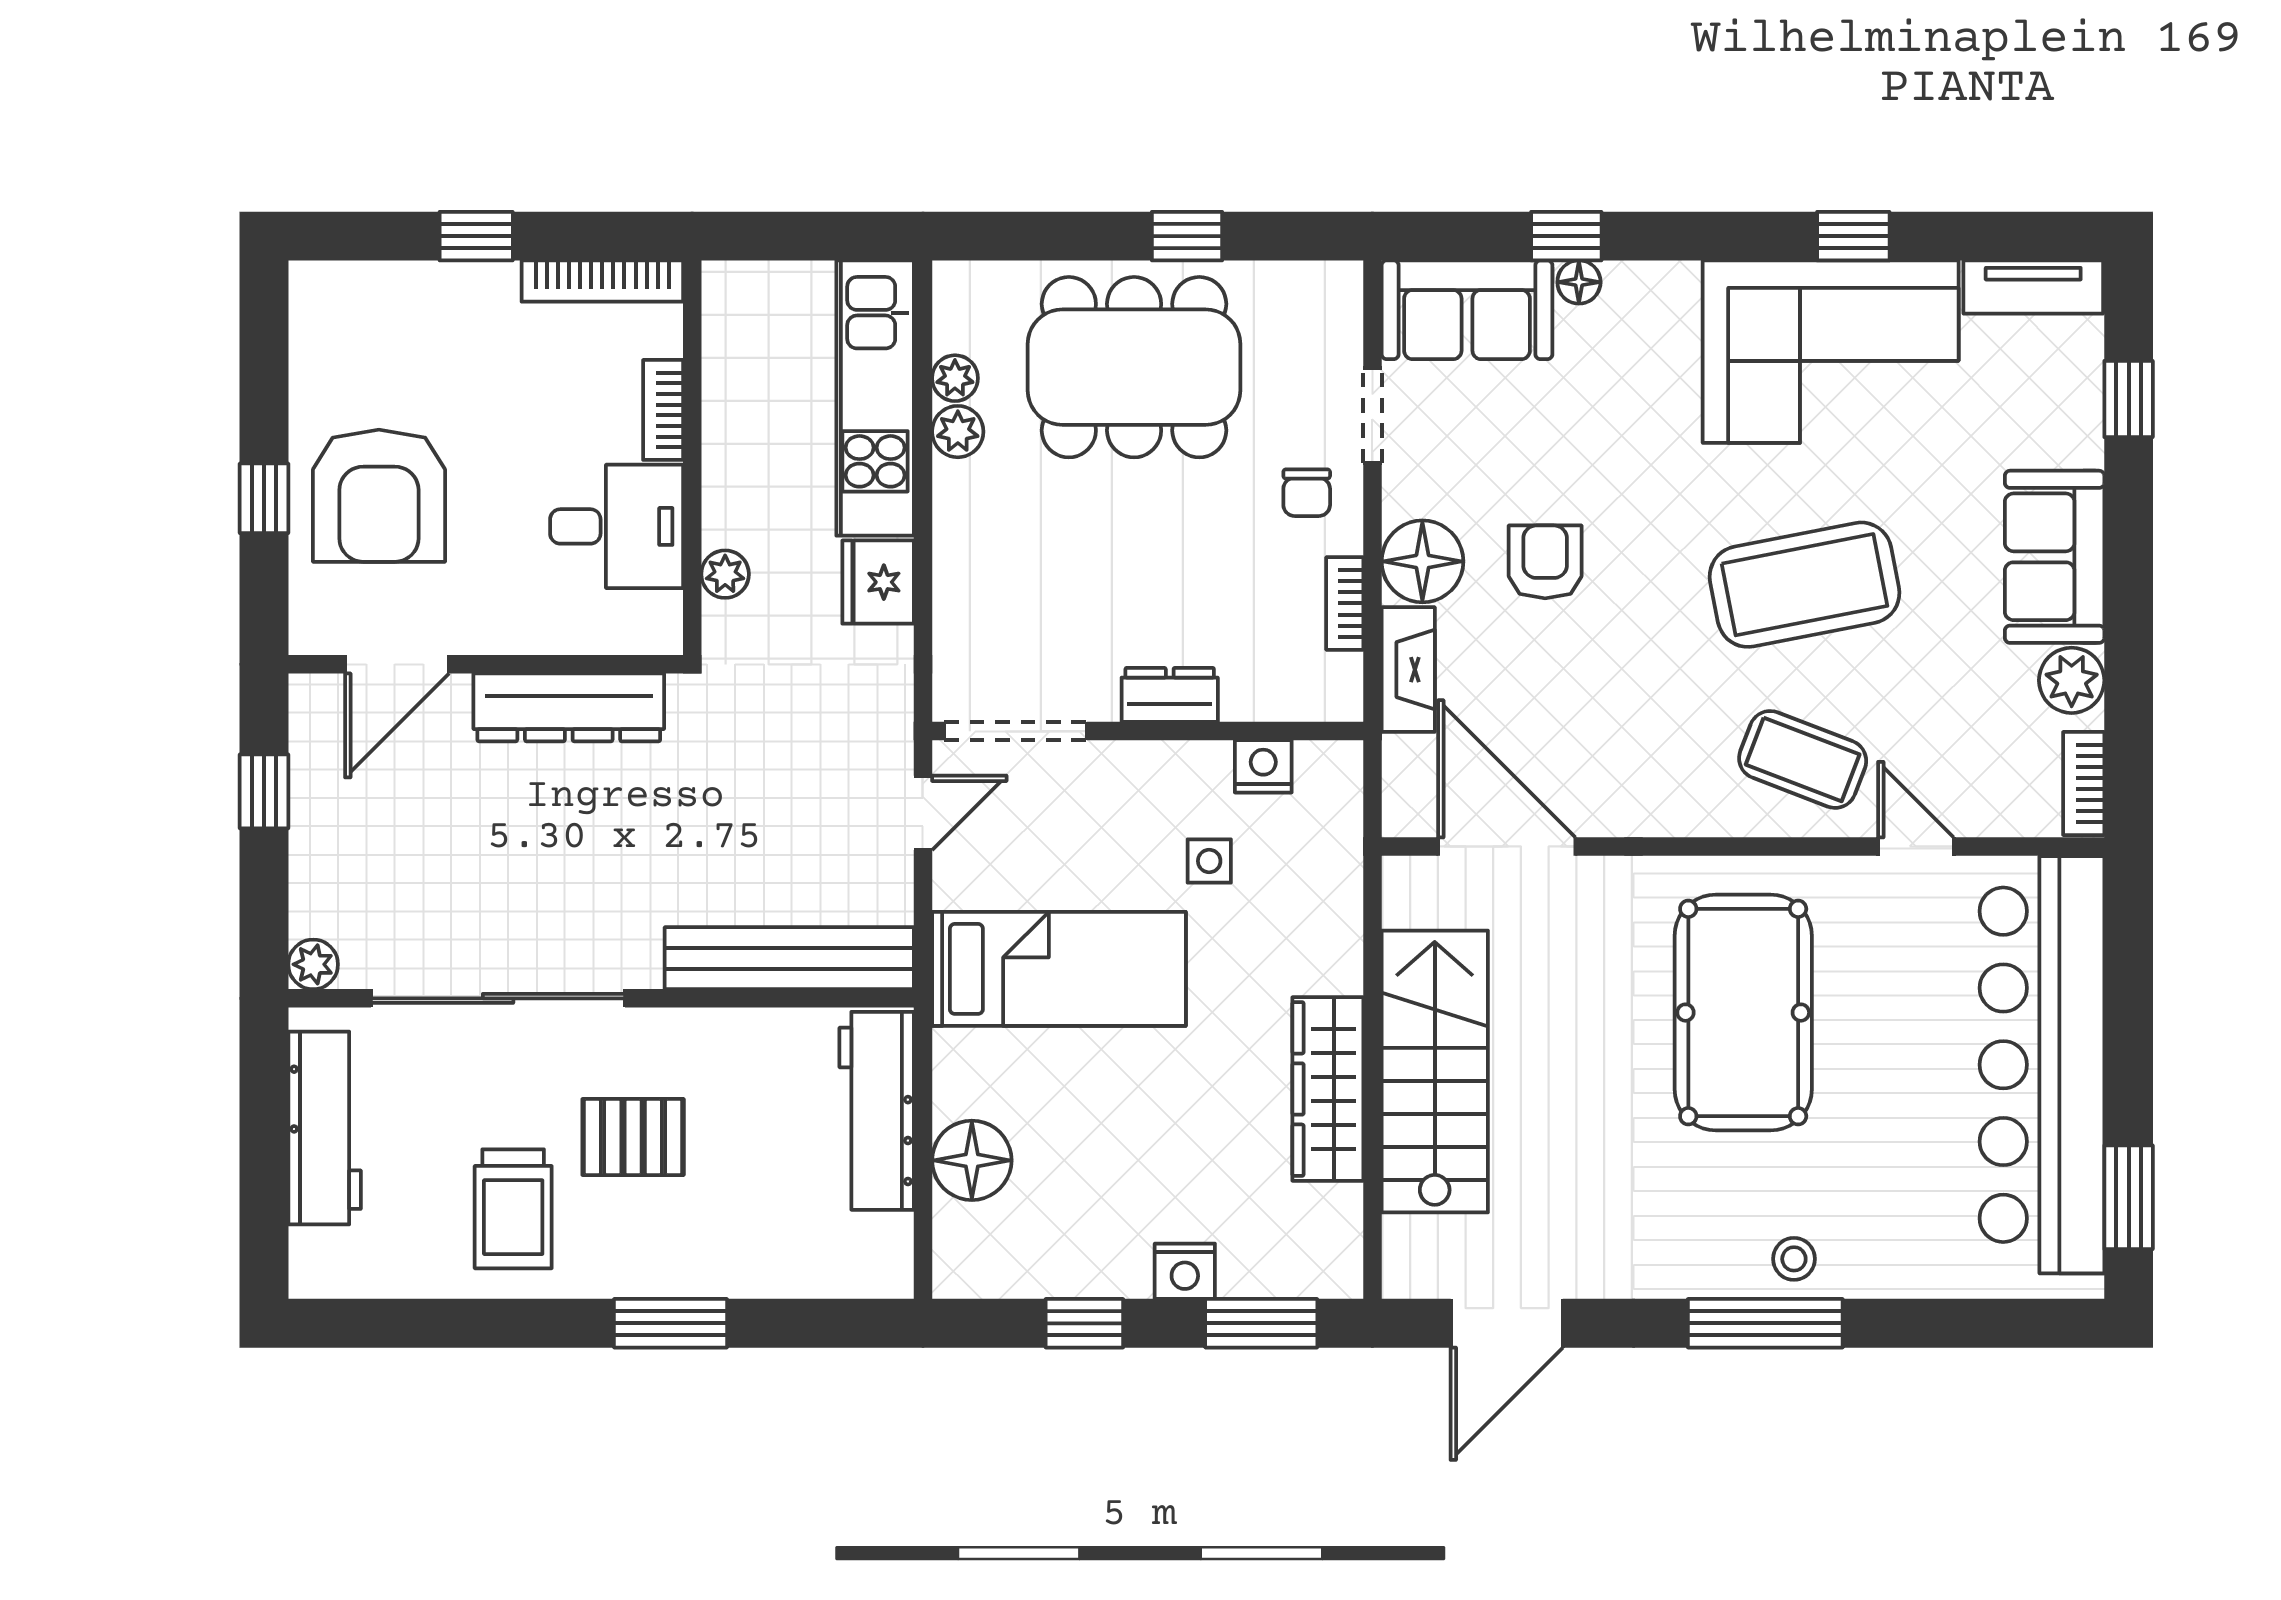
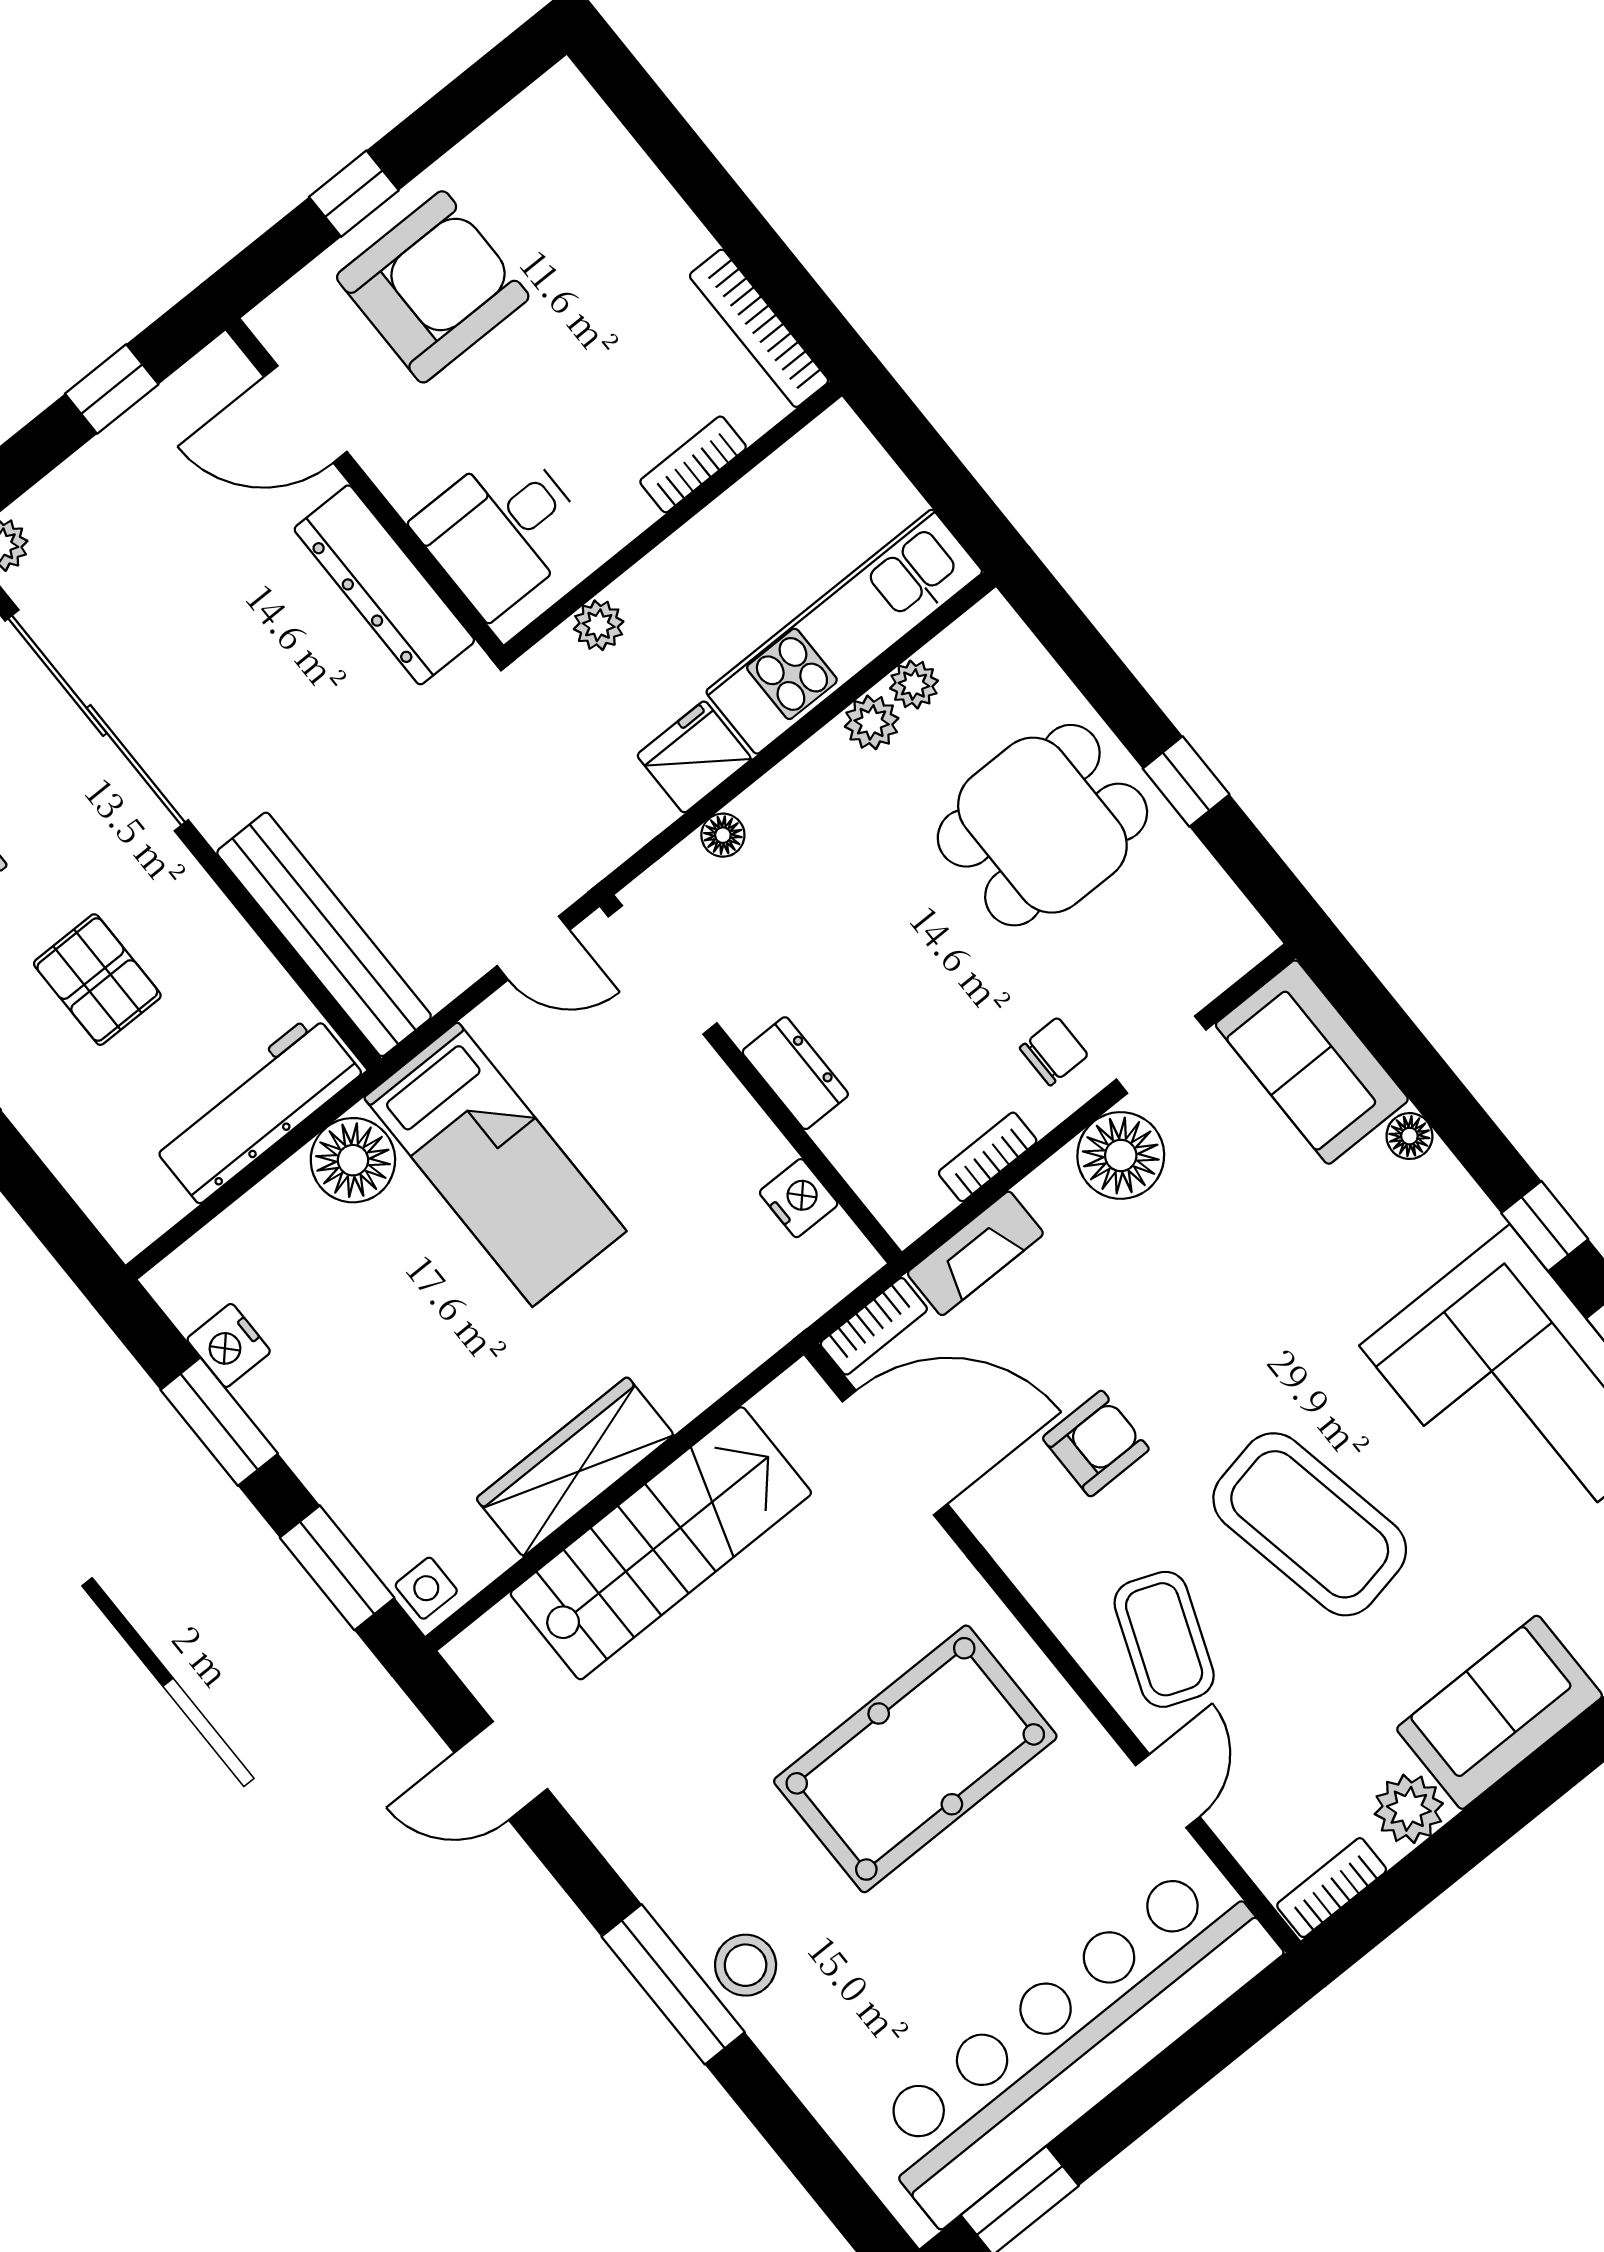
window: (476, 236) -> (712, 194), removed
window: (1566, 236) -> (1545, 1226), moved
dining table: (1134, 367) -> (1042, 825), width x0.73
chair: (1307, 493) -> (1054, 1051), turned 180
armchair: (379, 496) -> (433, 287), turned 180
desk: (617, 526) -> (502, 530), moved, turned 90
floor lamp: (1422, 561) -> (1121, 1155), moved
armchair: (1545, 562) -> (1096, 1444), moved
floor lamp: (952, 607) -> (723, 835), added
bookcase: (1402, 787) -> (874, 1326), added
door: (1507, 846) -> (895, 1453), hinge flipped
side table: (1209, 861) -> (426, 1588), moved
pallet: (633, 1137) -> (97, 980), moved
floor lamp: (972, 1160) -> (353, 1160), moved
stool: (1794, 1259) -> (746, 1965), width x1.37, depth x1.37
nightstand: (1185, 1271) -> (229, 1345), moved
window: (1084, 1323) -> (219, 1422), width x1.50
door: (1507, 1323) -> (501, 1771), width x0.73

